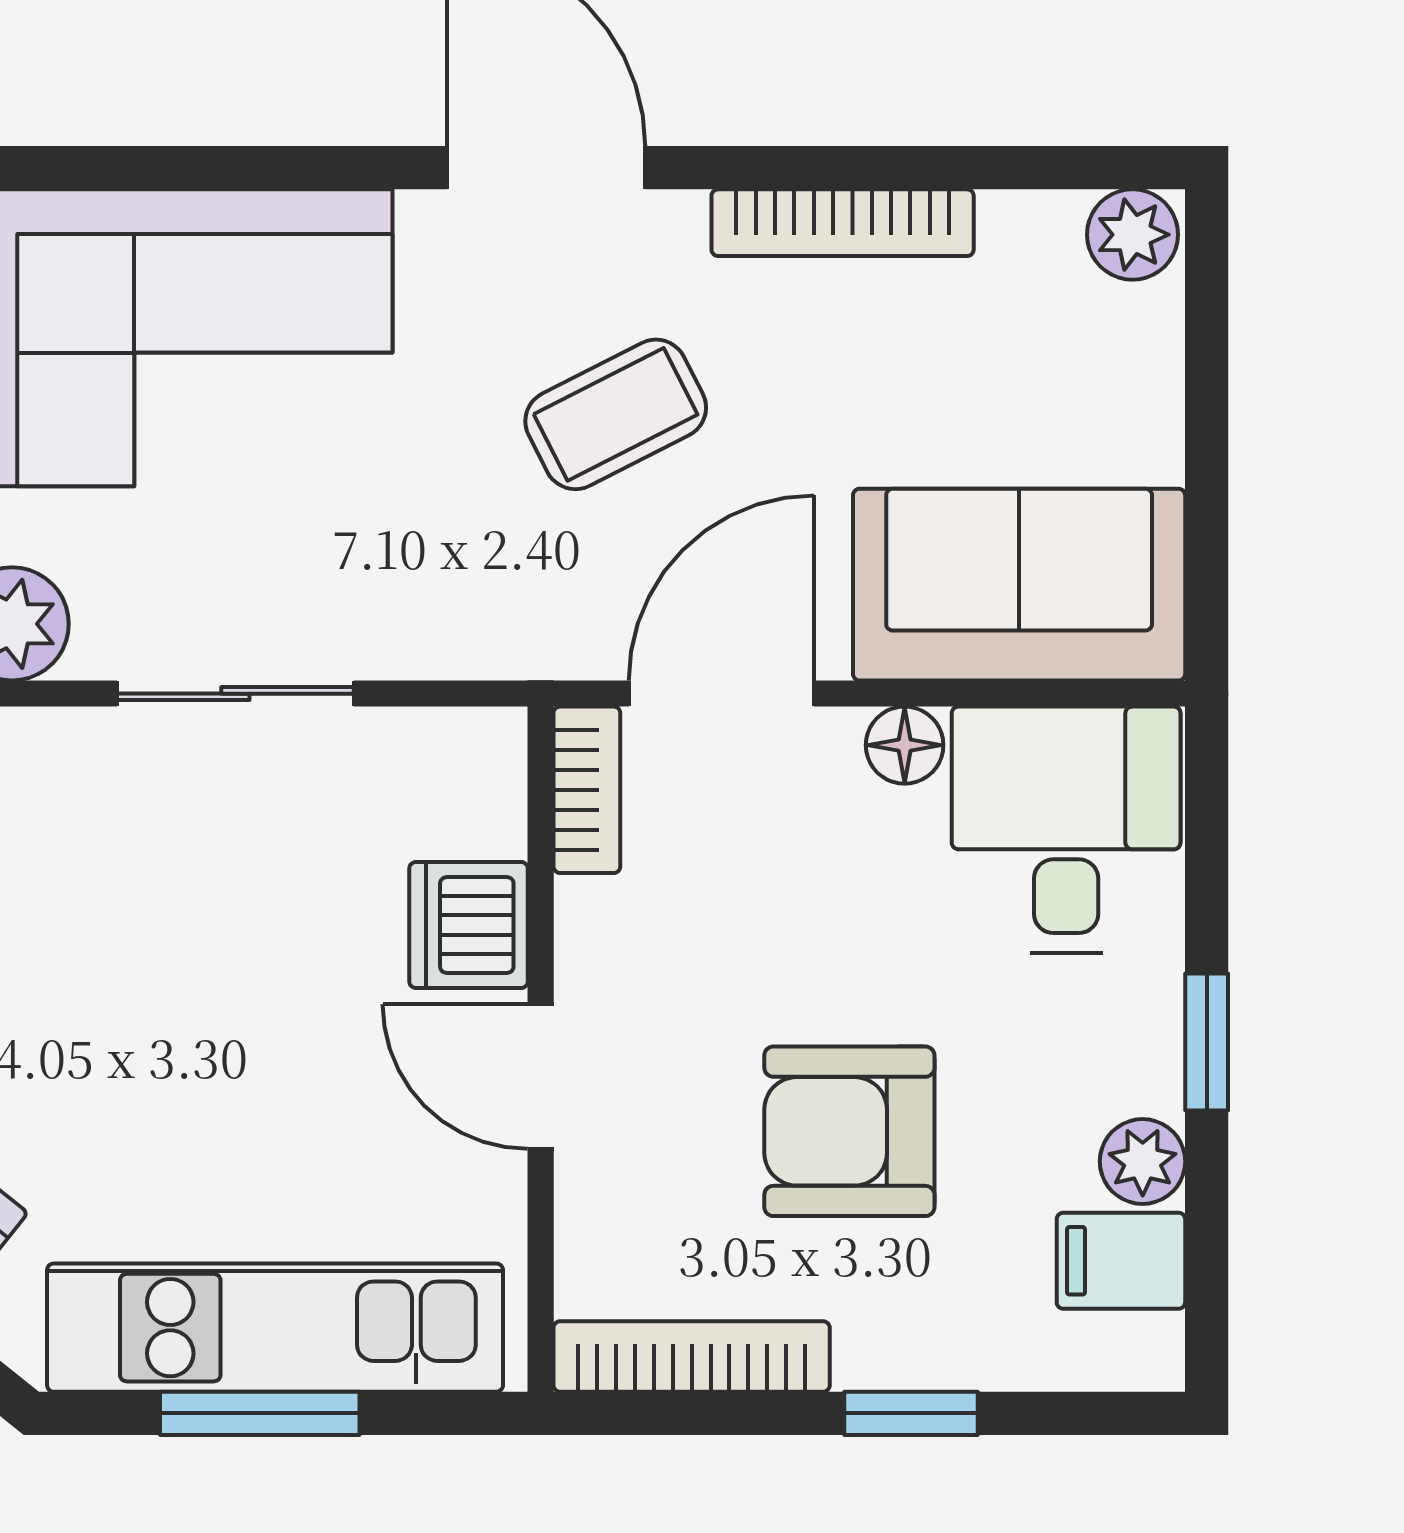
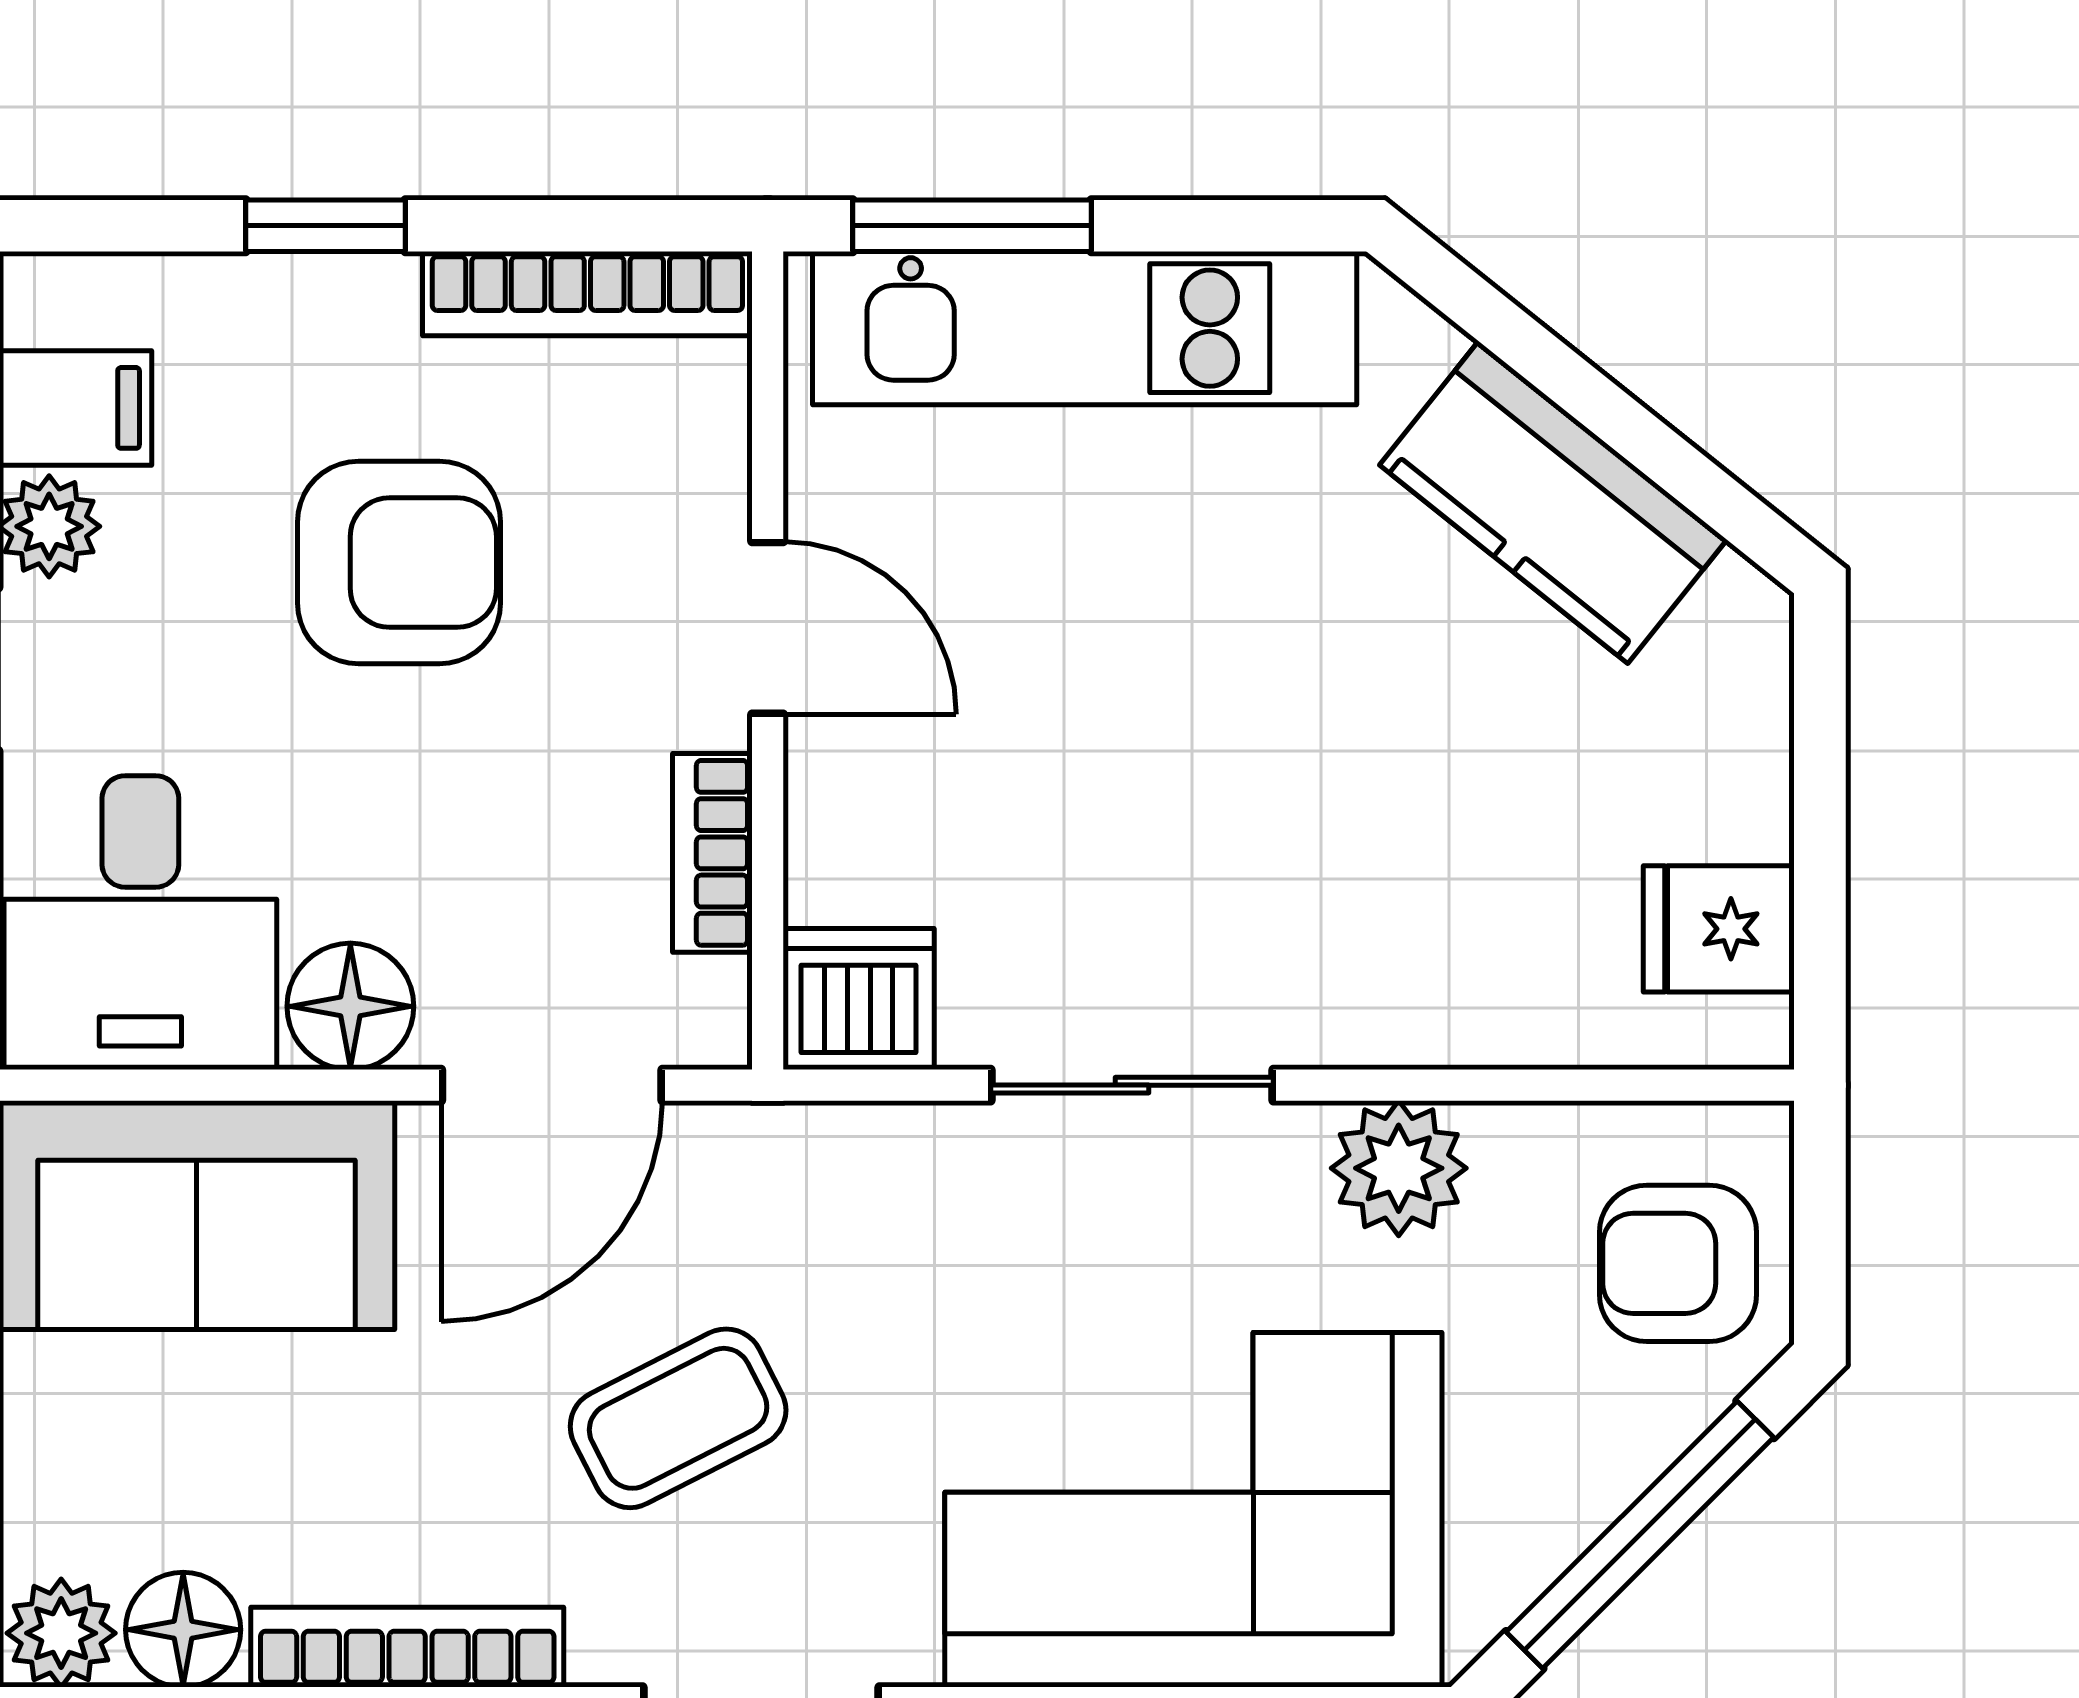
floor lamp: (1030, 237) -> (183, 1630), added
floor lamp: (905, 745) -> (350, 1006), width x1.37, depth x1.37
bookcase: (587, 790) -> (712, 853), moved
dishwasher: (469, 925) -> (859, 999), moved, turned -90
window: (260, 1413) -> (972, 226), moved

